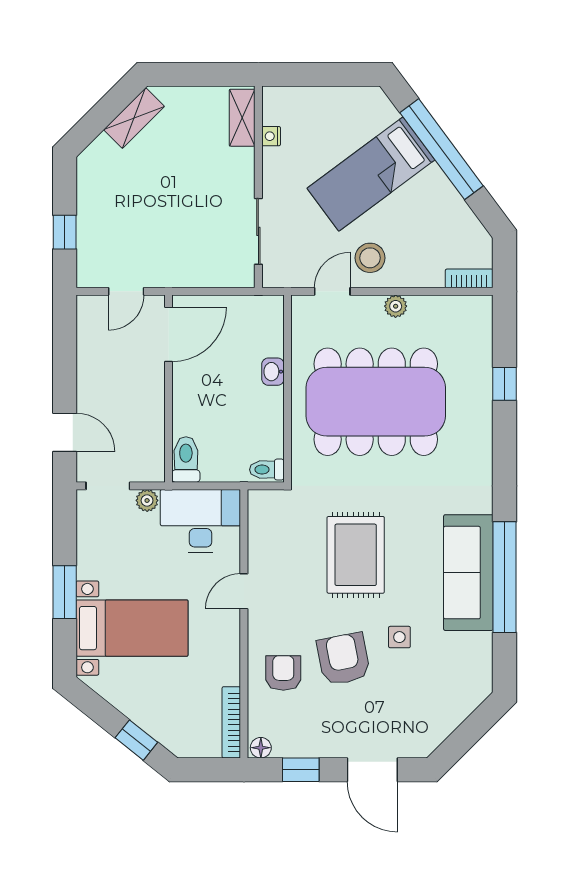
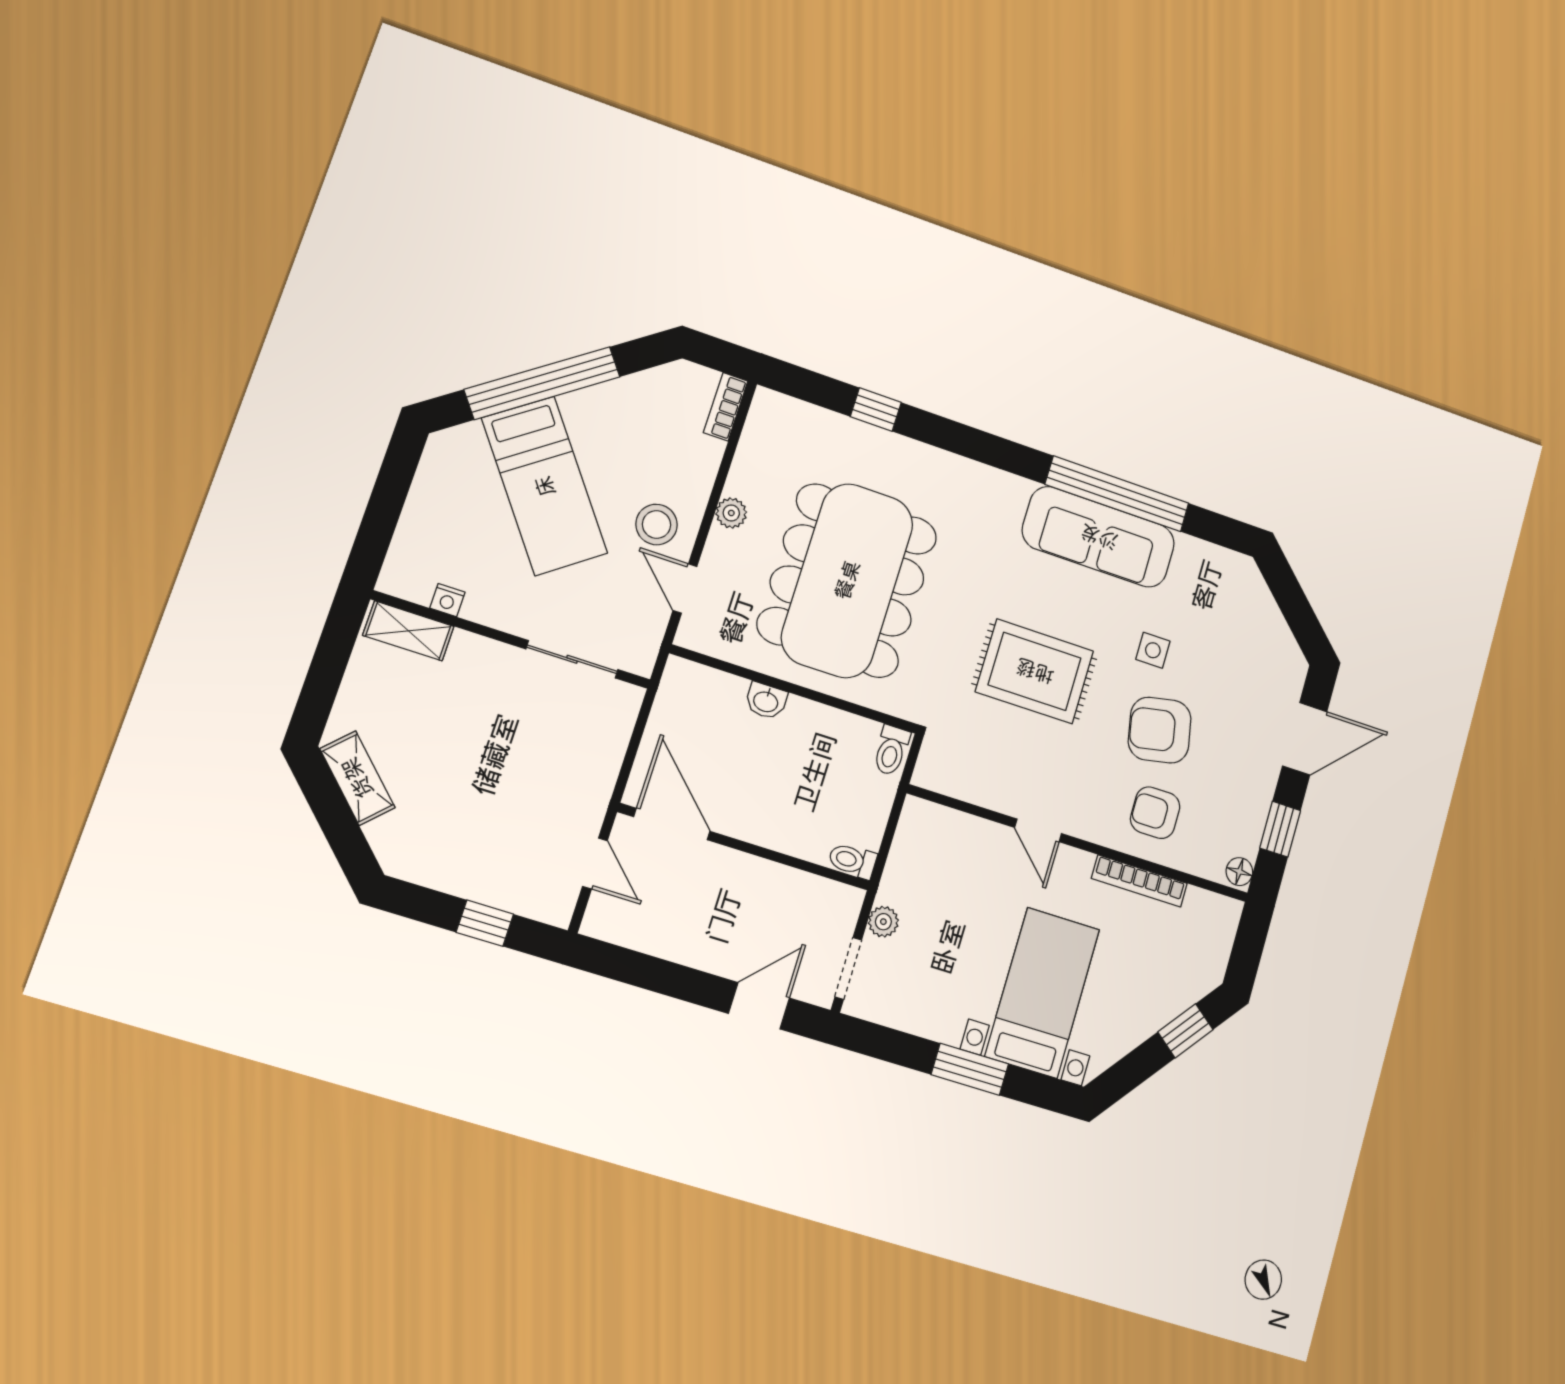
toilet: (186, 460) -> (852, 861), width x0.73, depth x0.72
desk: (200, 521) -> (931, 859), removed
bookcase: (231, 722) -> (1139, 881), moved

